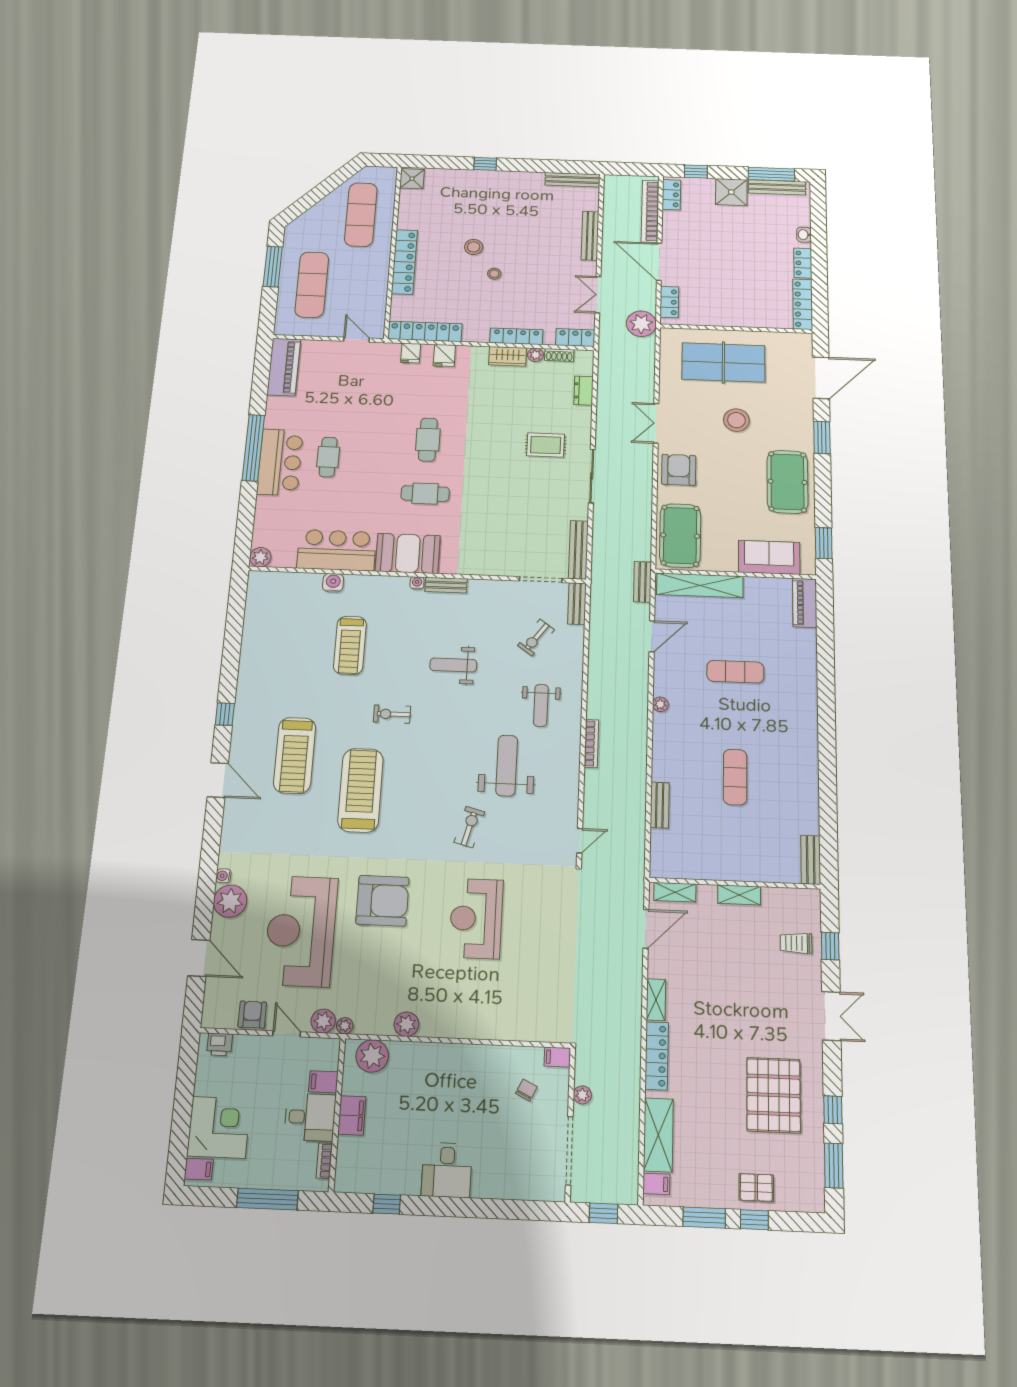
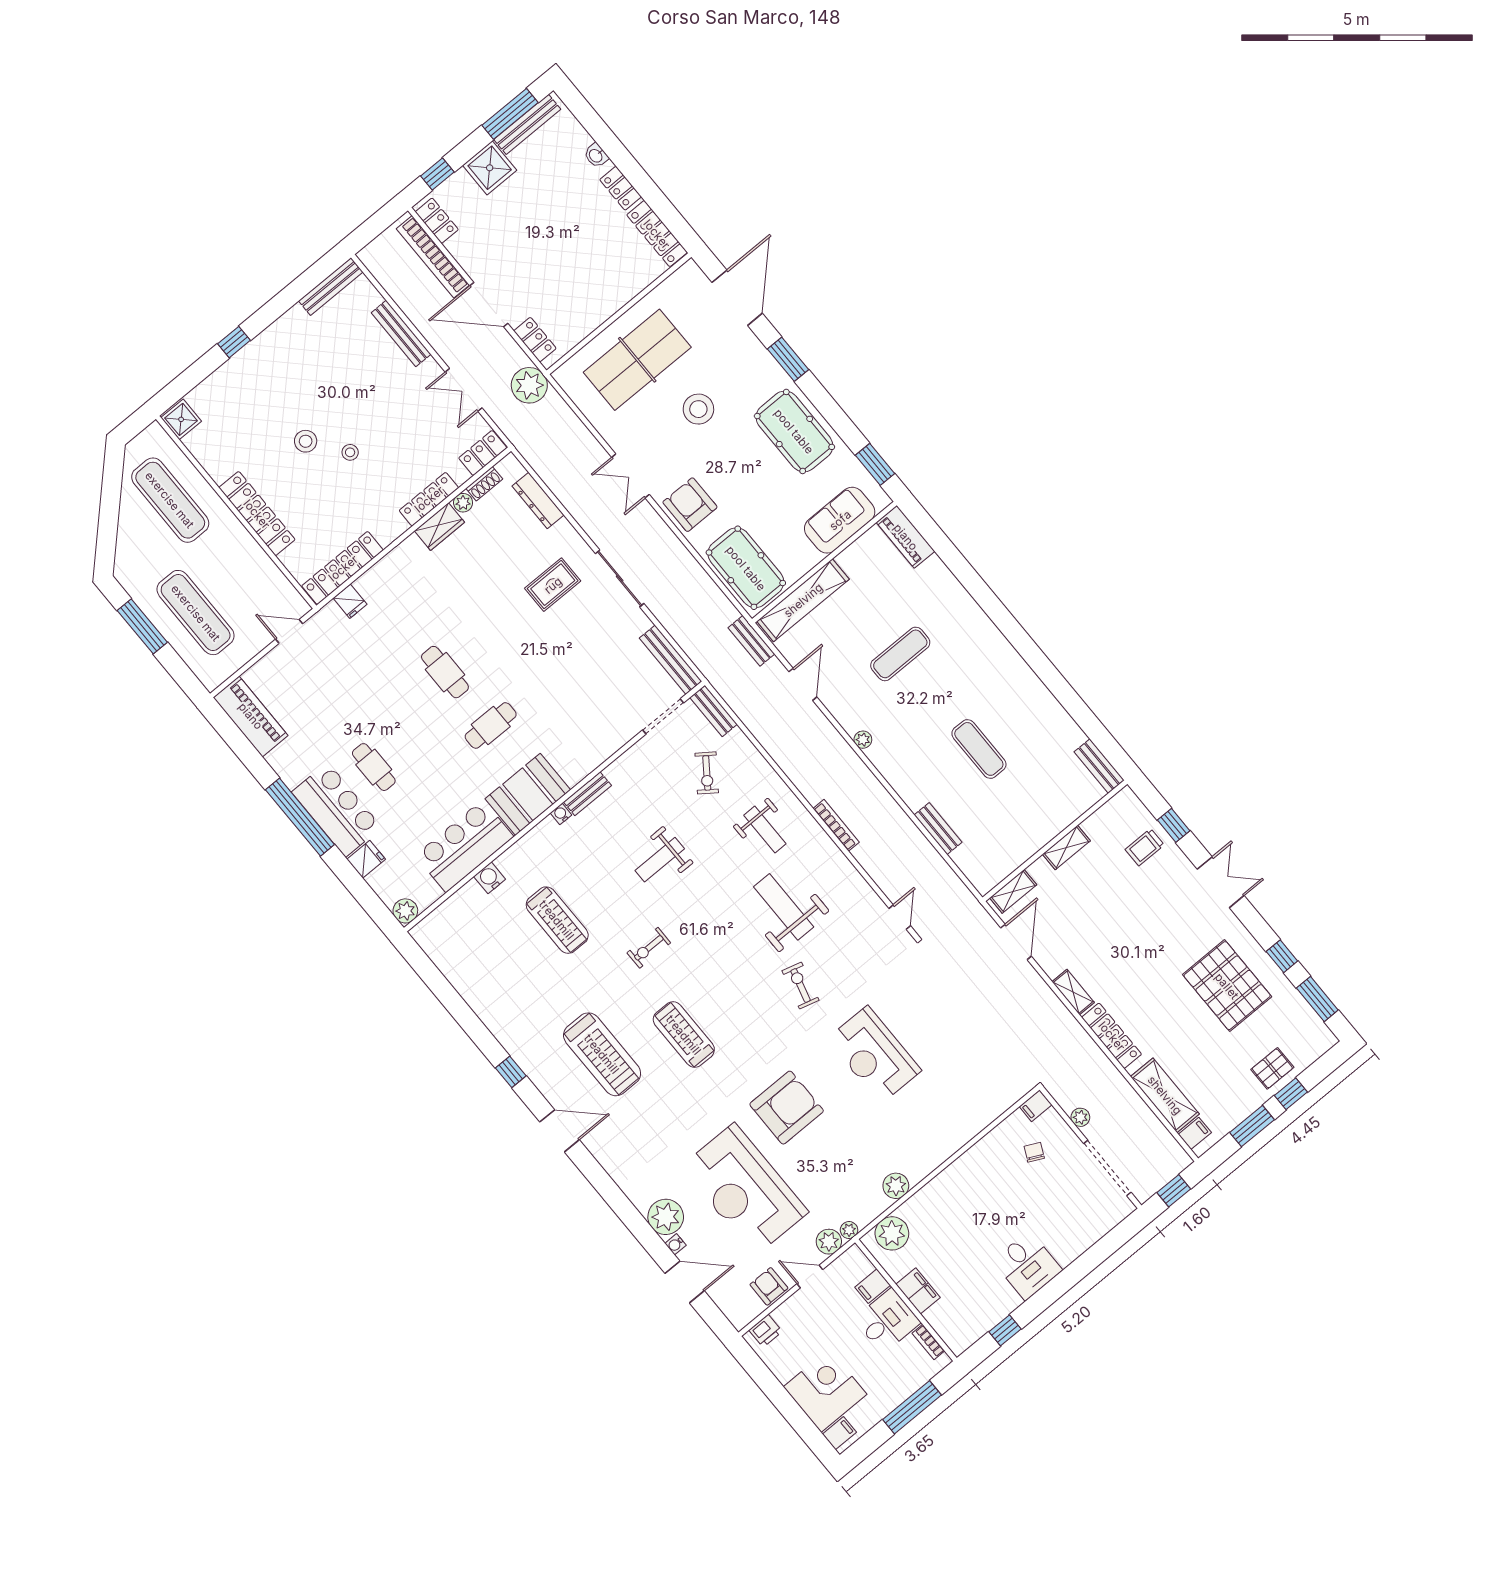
fridge: (444, 355) -> (366, 859), moved, turned -90
dresser: (584, 391) -> (538, 500), width x1.44
treadmill: (361, 790) -> (684, 1035), width x0.73, depth x0.73
water cooler: (223, 876) -> (675, 1244), moved

